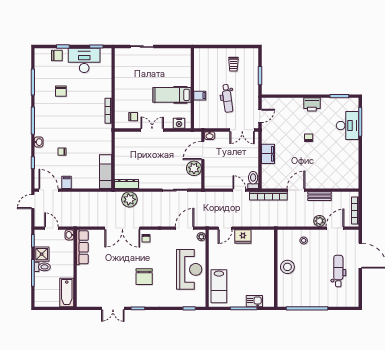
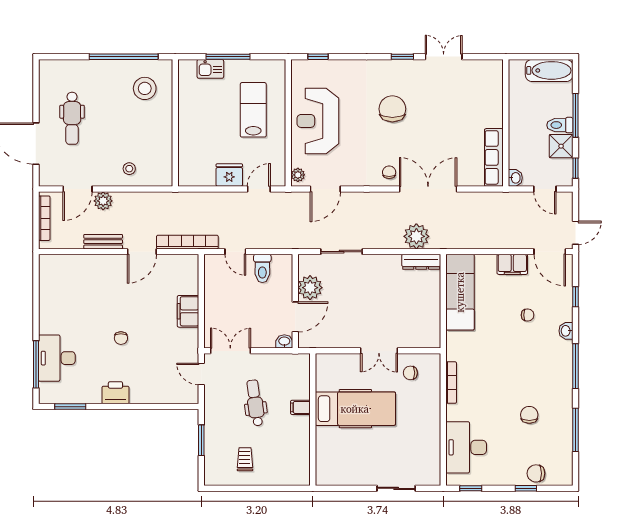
desk: (84, 60) -> (466, 447), moved, turned 90
hospital bed: (172, 95) -> (355, 409), width x1.37, depth x1.29
door: (260, 116) -> (201, 374), hinge flipped
nightstand: (179, 123) -> (335, 362), removed
exam couch: (106, 172) -> (460, 292), width x1.36, depth x1.45
toilet: (253, 180) -> (262, 268), moved
filing cabinet: (67, 182) -> (512, 264), width x2.00
stool: (287, 267) -> (145, 88), moved
lab bench: (219, 286) -> (253, 110), moved
bathtub: (67, 292) -> (549, 70), moved, turned 90

